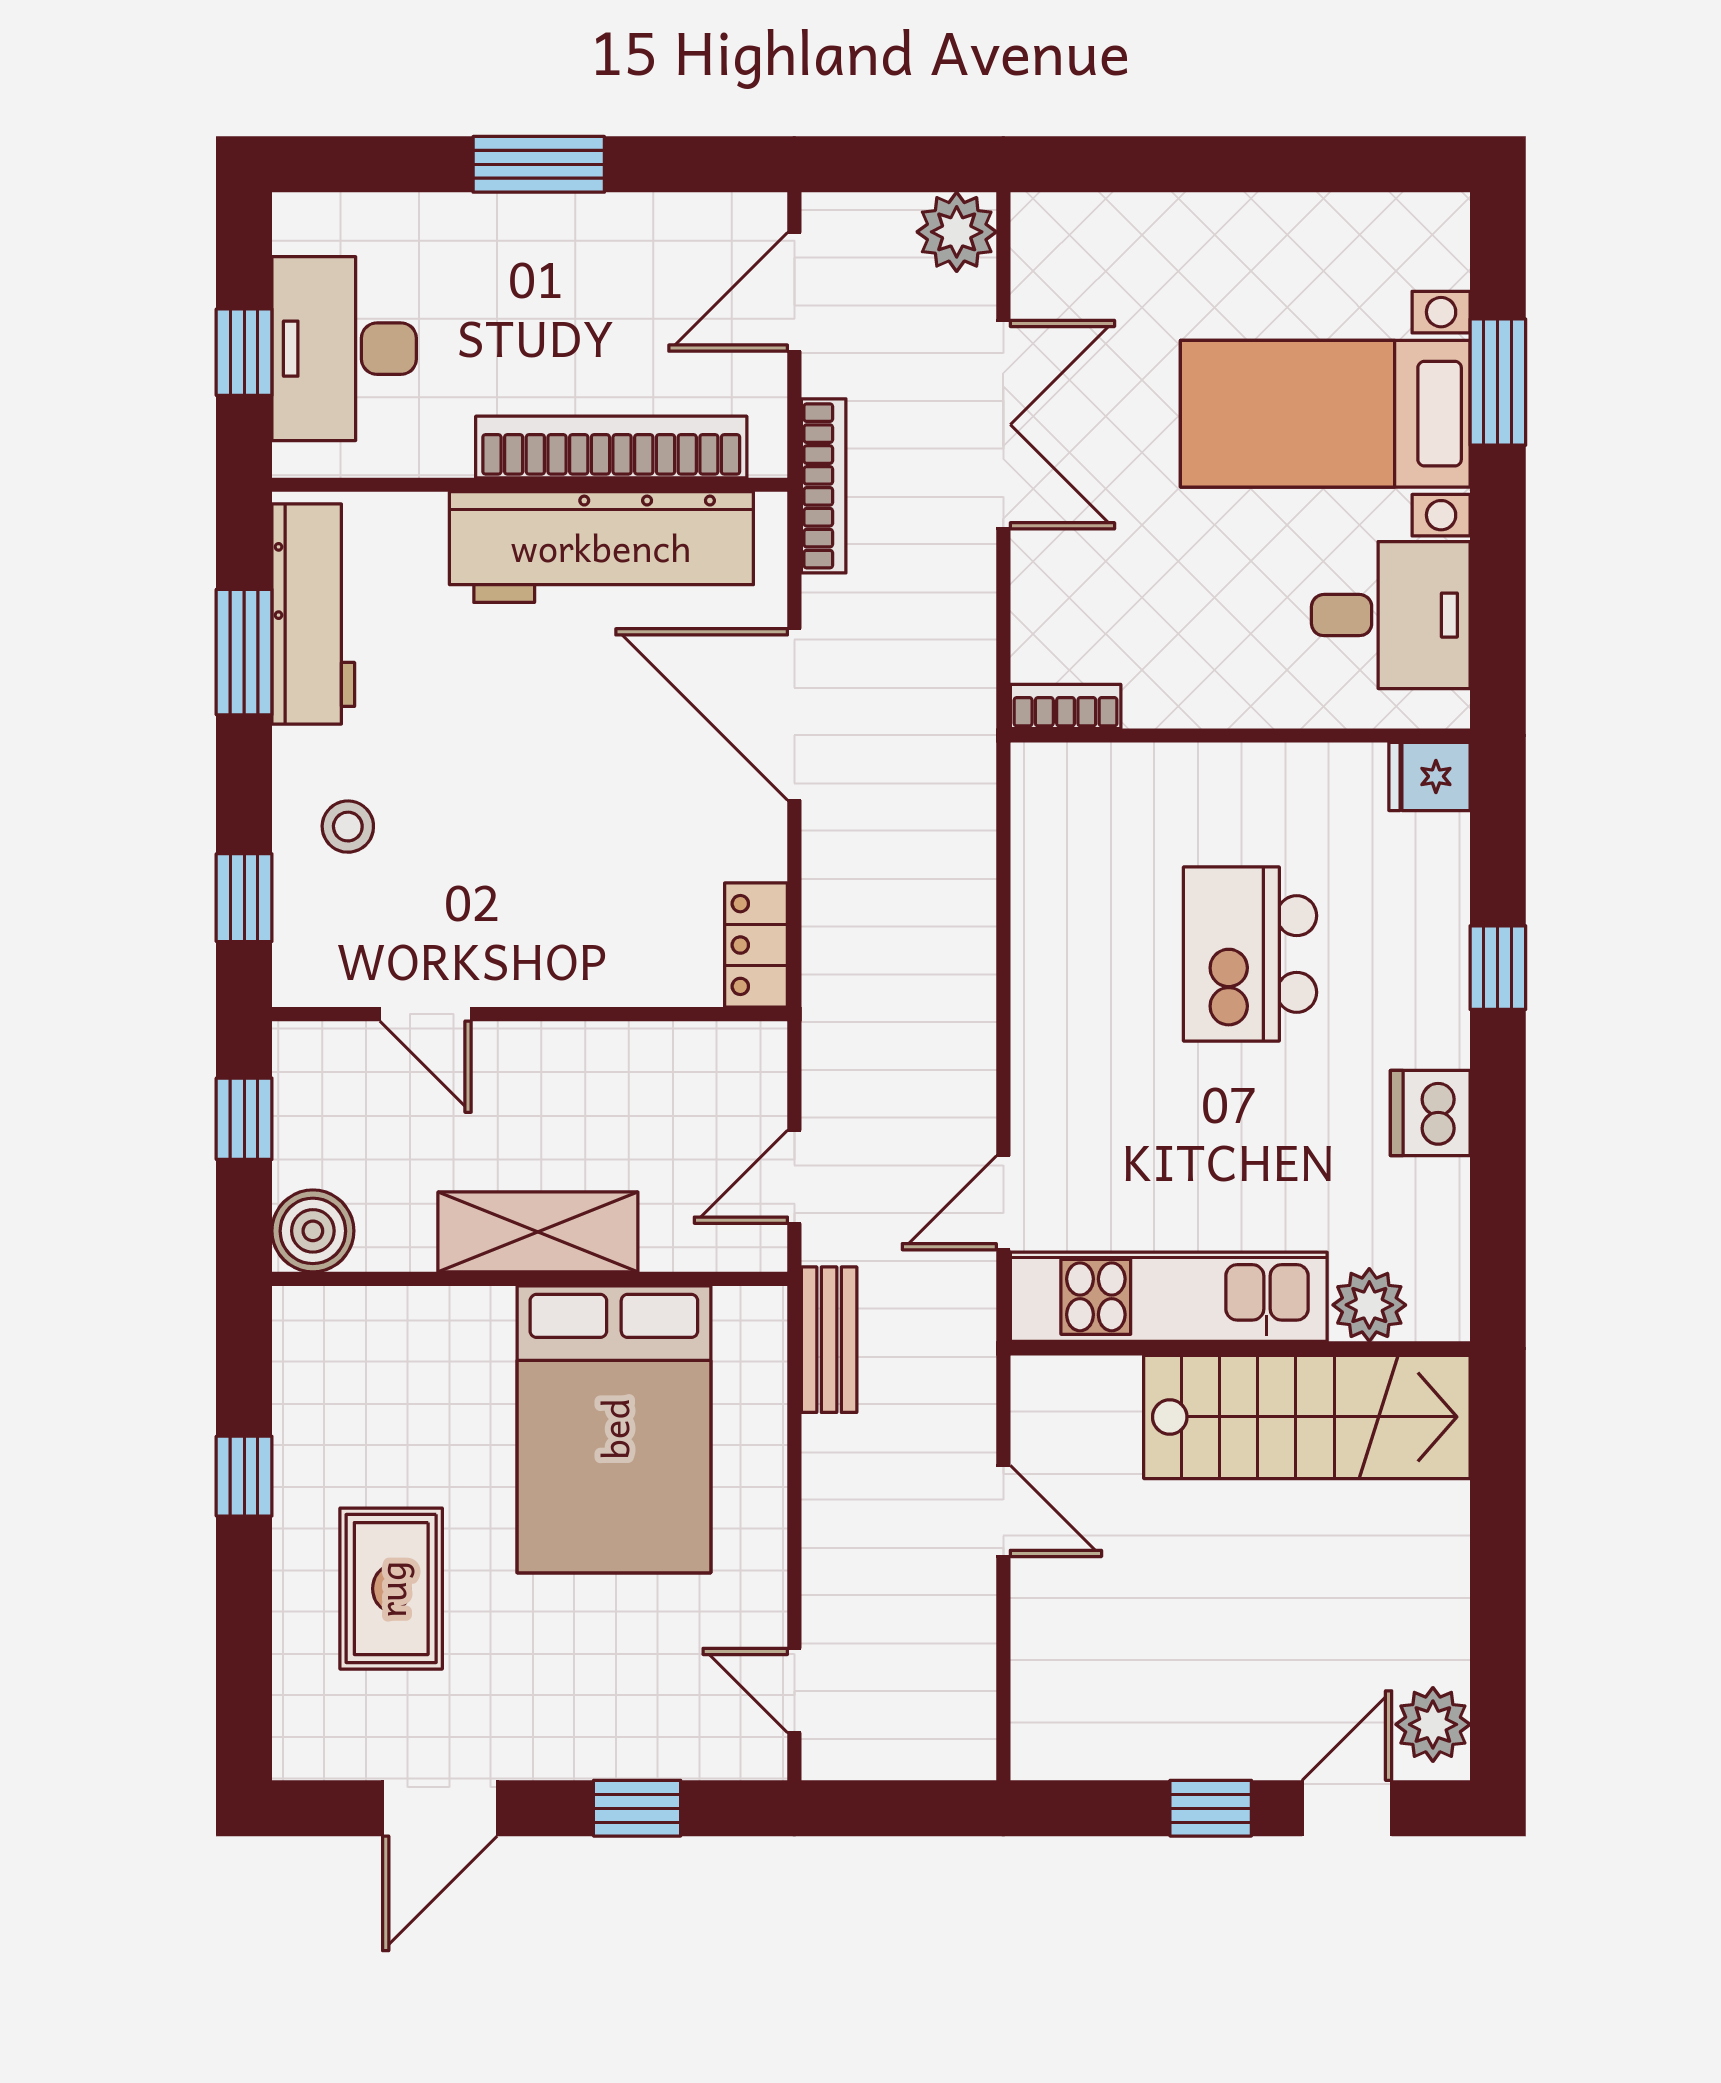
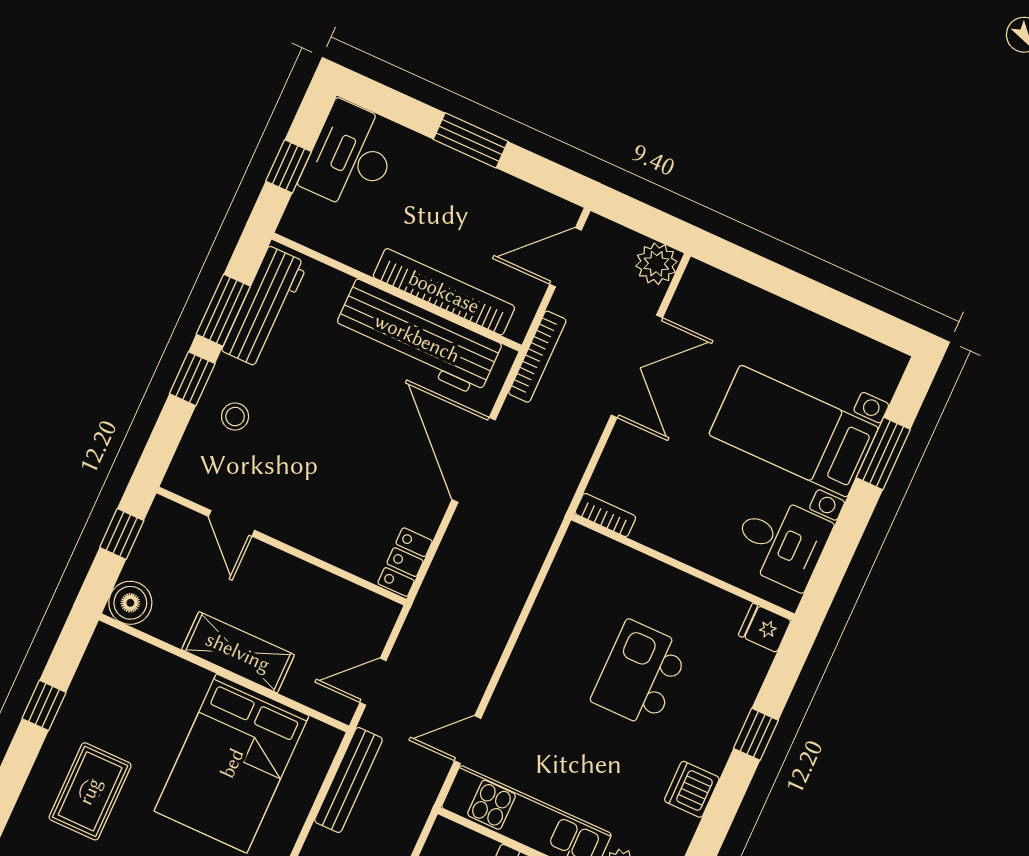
desk: (344, 349) -> (351, 156), moved
window: (244, 898) -> (192, 379), moved
bench: (829, 1340) -> (348, 780), width x1.36

